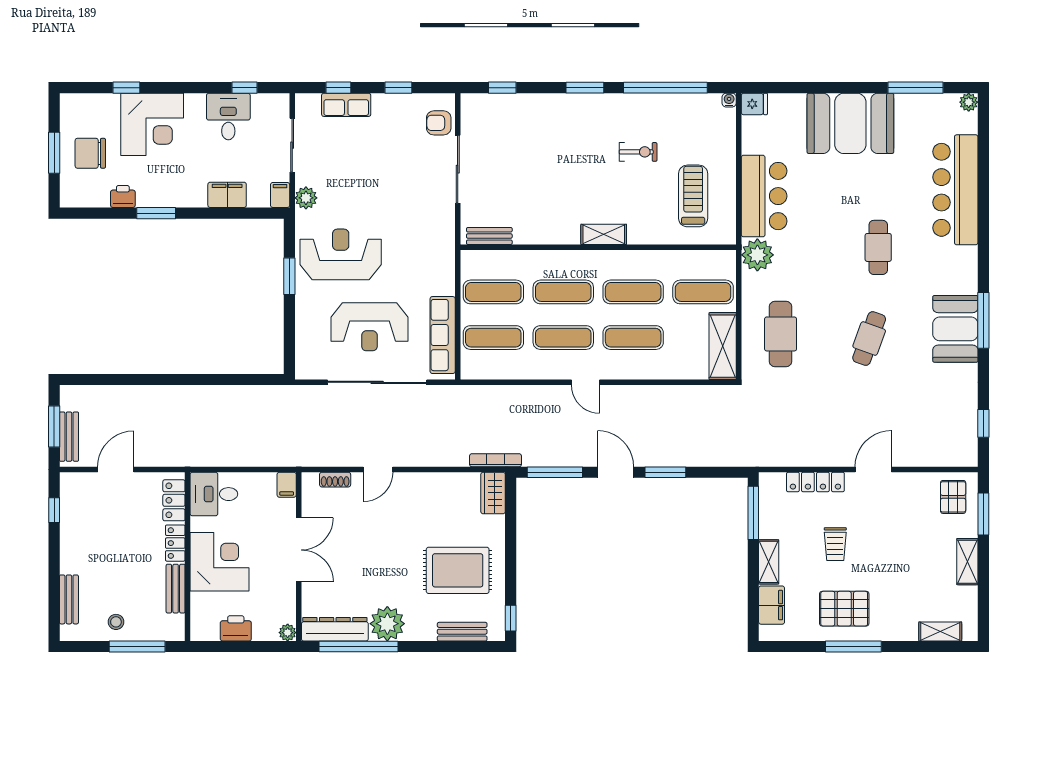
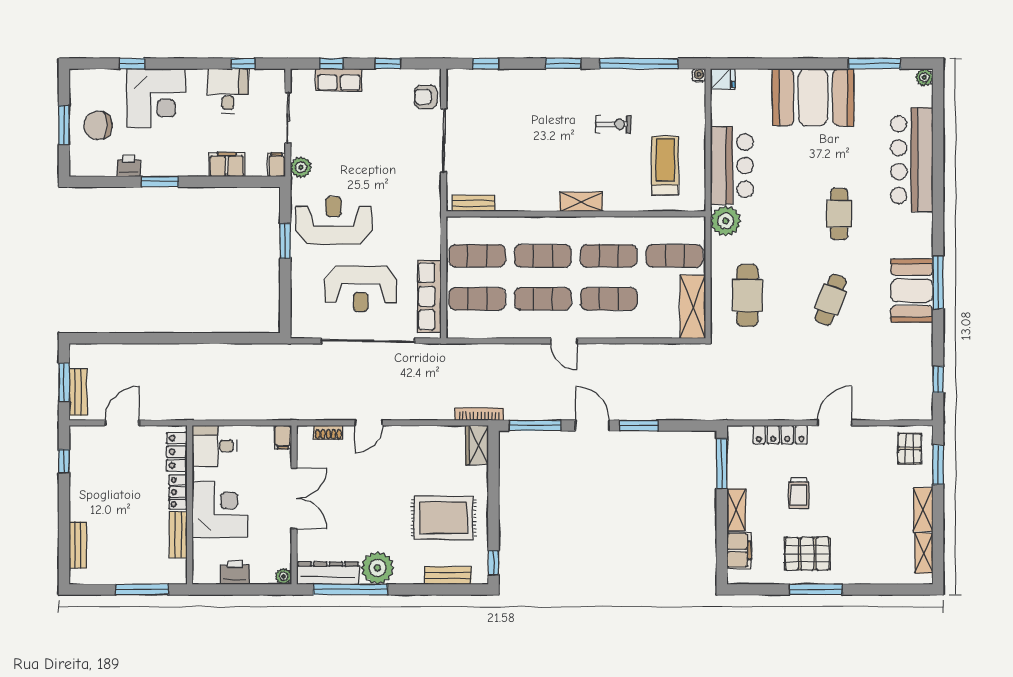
stool: (116, 622) -> (122, 566), removed
shelving: (940, 631) -> (924, 553), moved, turned 90

